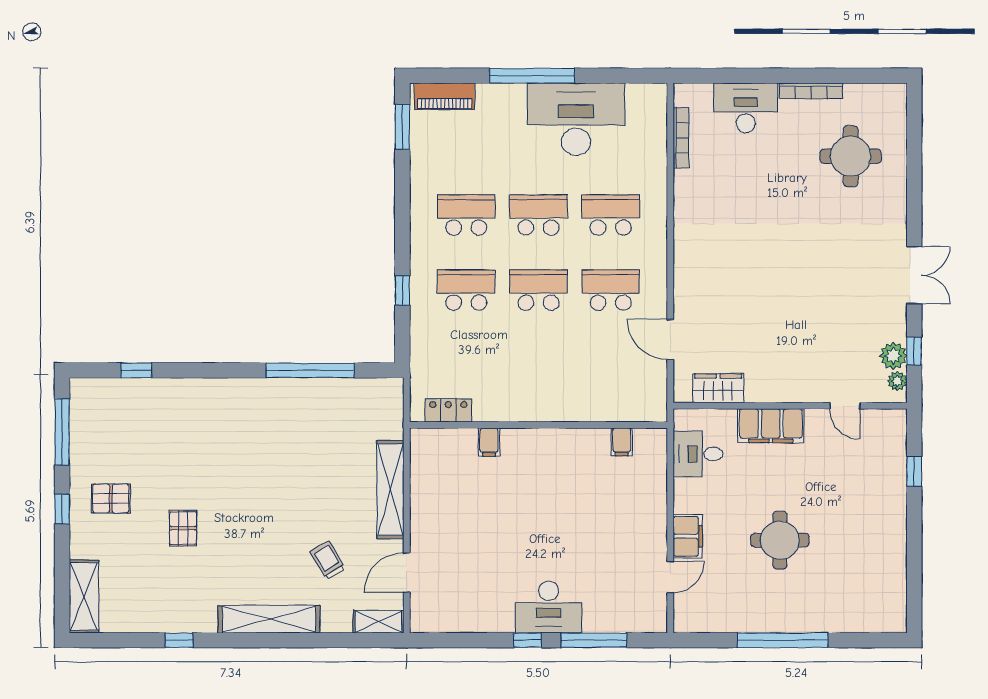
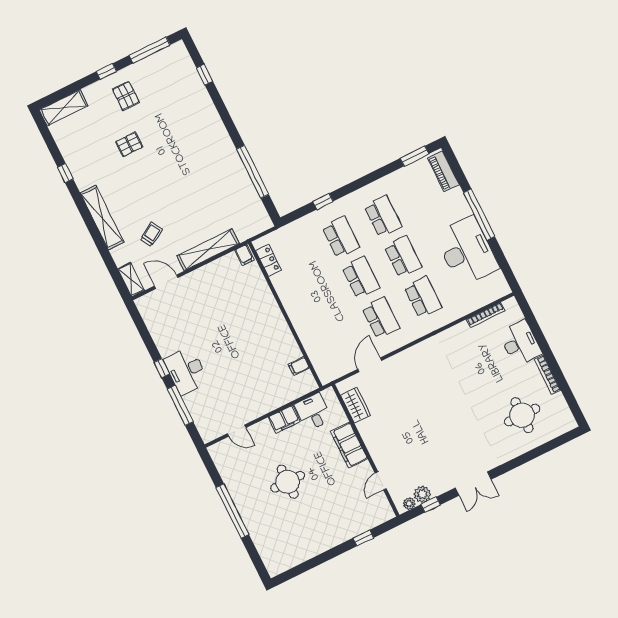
filing cabinet: (489, 442) -> (244, 255), moved, turned -90
filing cabinet: (688, 536) -> (284, 419), moved

